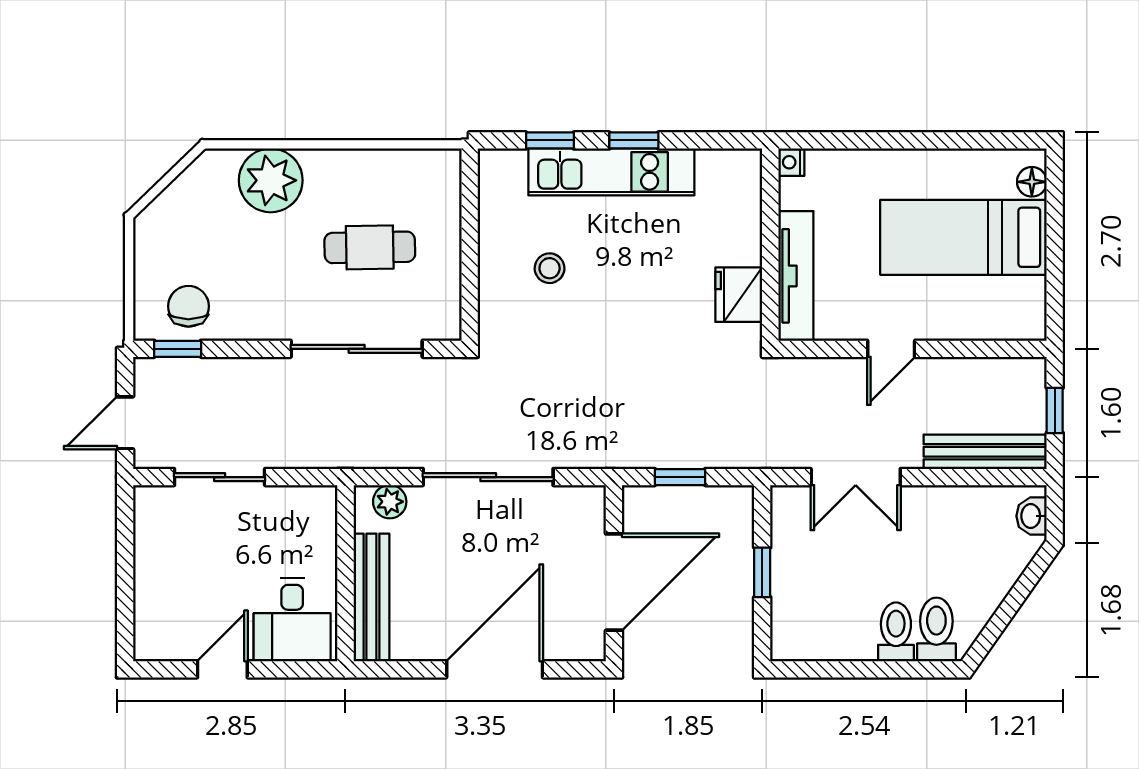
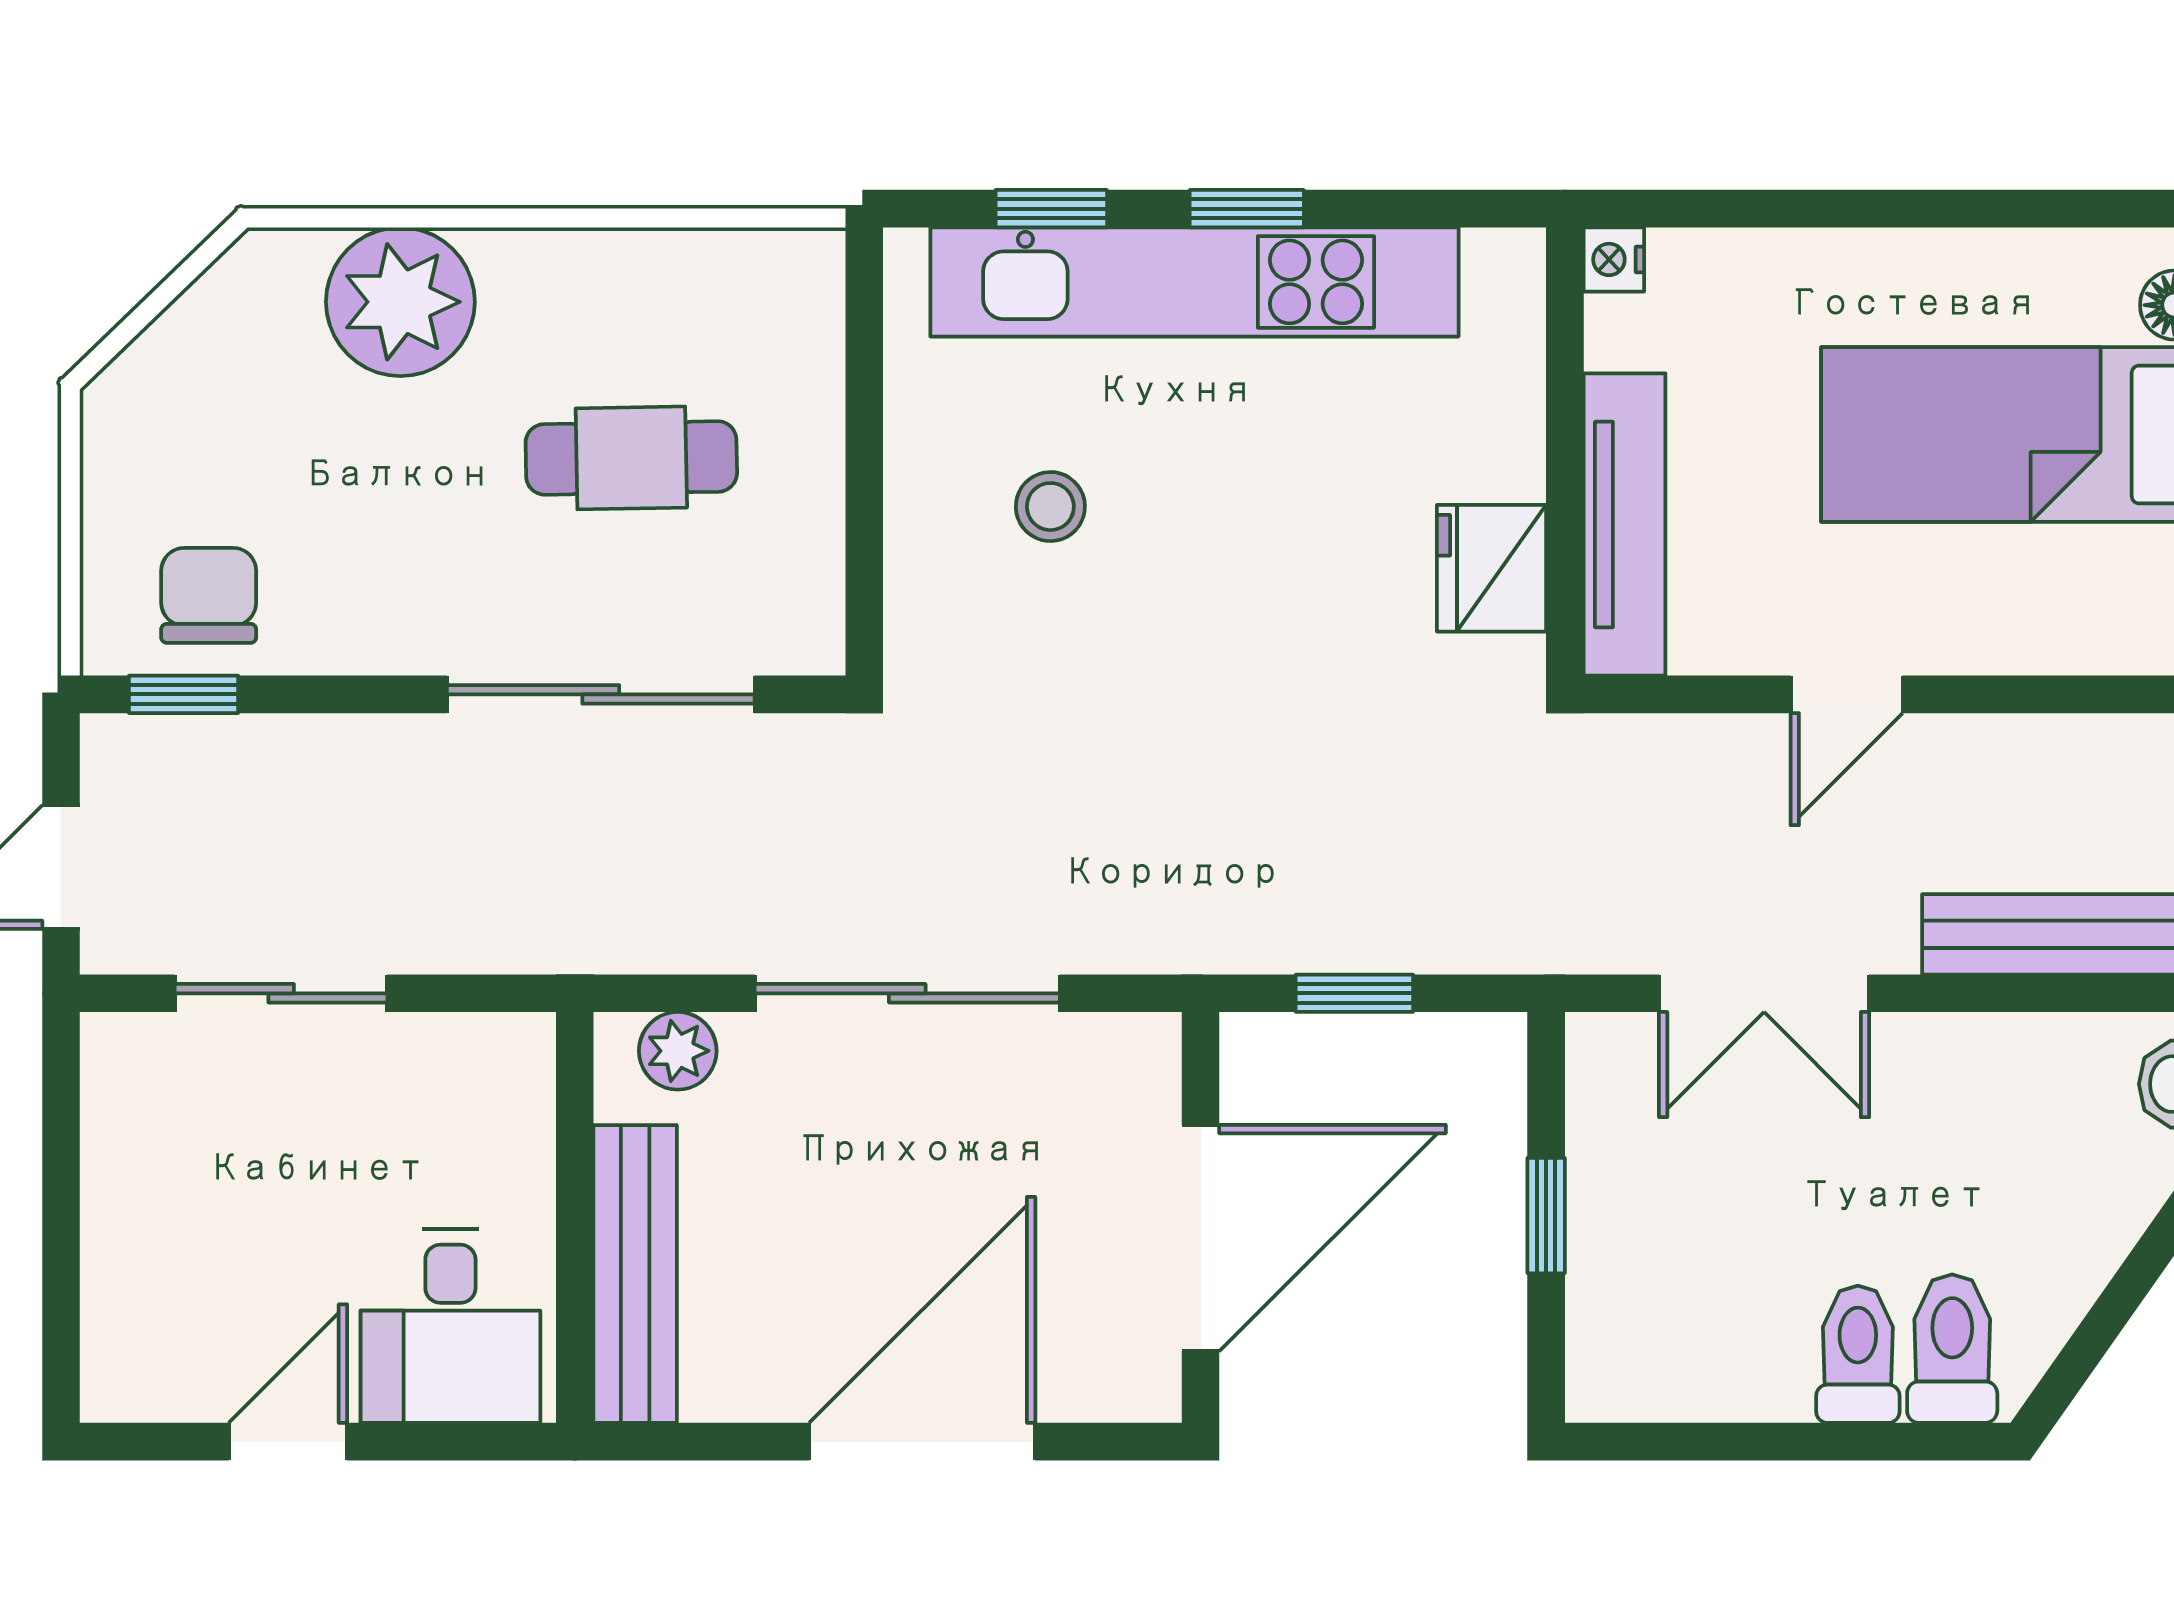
kitchen unit: (611, 172) -> (1194, 282), width x1.36

